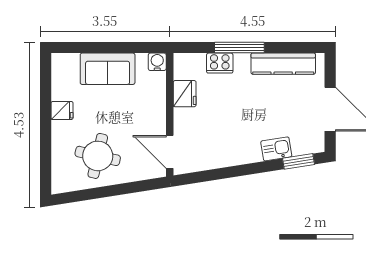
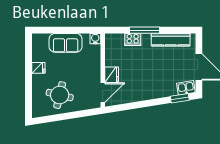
fridge: (185, 94) -> (112, 75), moved
kitchen sink: (276, 149) -> (186, 88), moved
door: (170, 152) -> (103, 93), swing flipped

